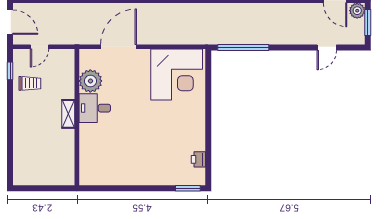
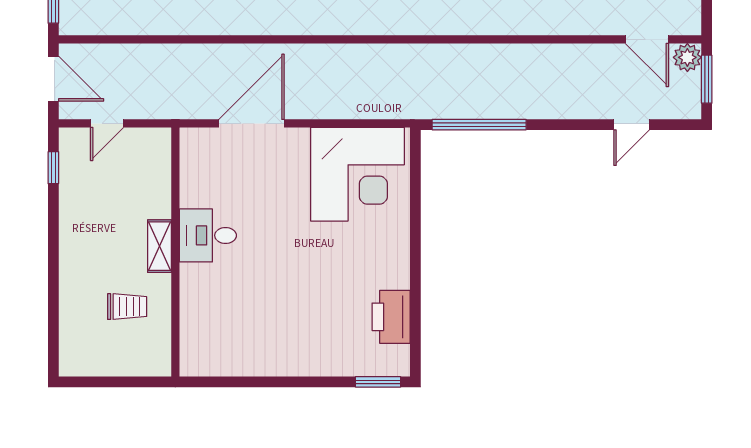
plant: (90, 81) -> (200, 186), removed
trolley: (30, 83) -> (127, 307), moved
printer: (198, 159) -> (391, 317), width x1.87, depth x1.48

